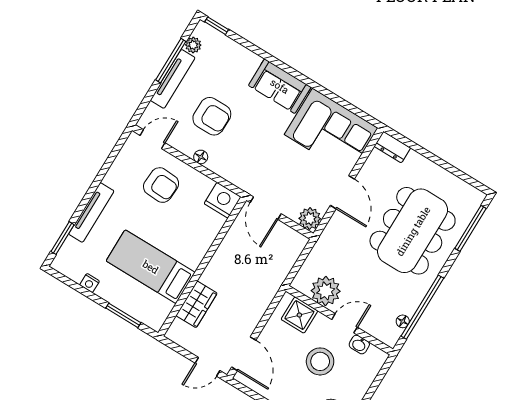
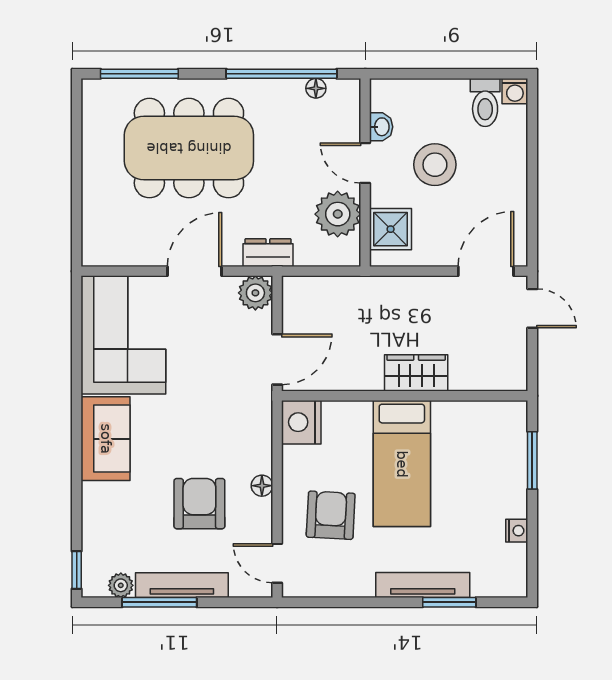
dresser: (392, 147) -> (268, 253), moved, turned -90
window: (63, 238) -> (449, 602), moved
bed: (151, 267) -> (402, 464), moved
wardrobe: (197, 304) -> (416, 373), moved

